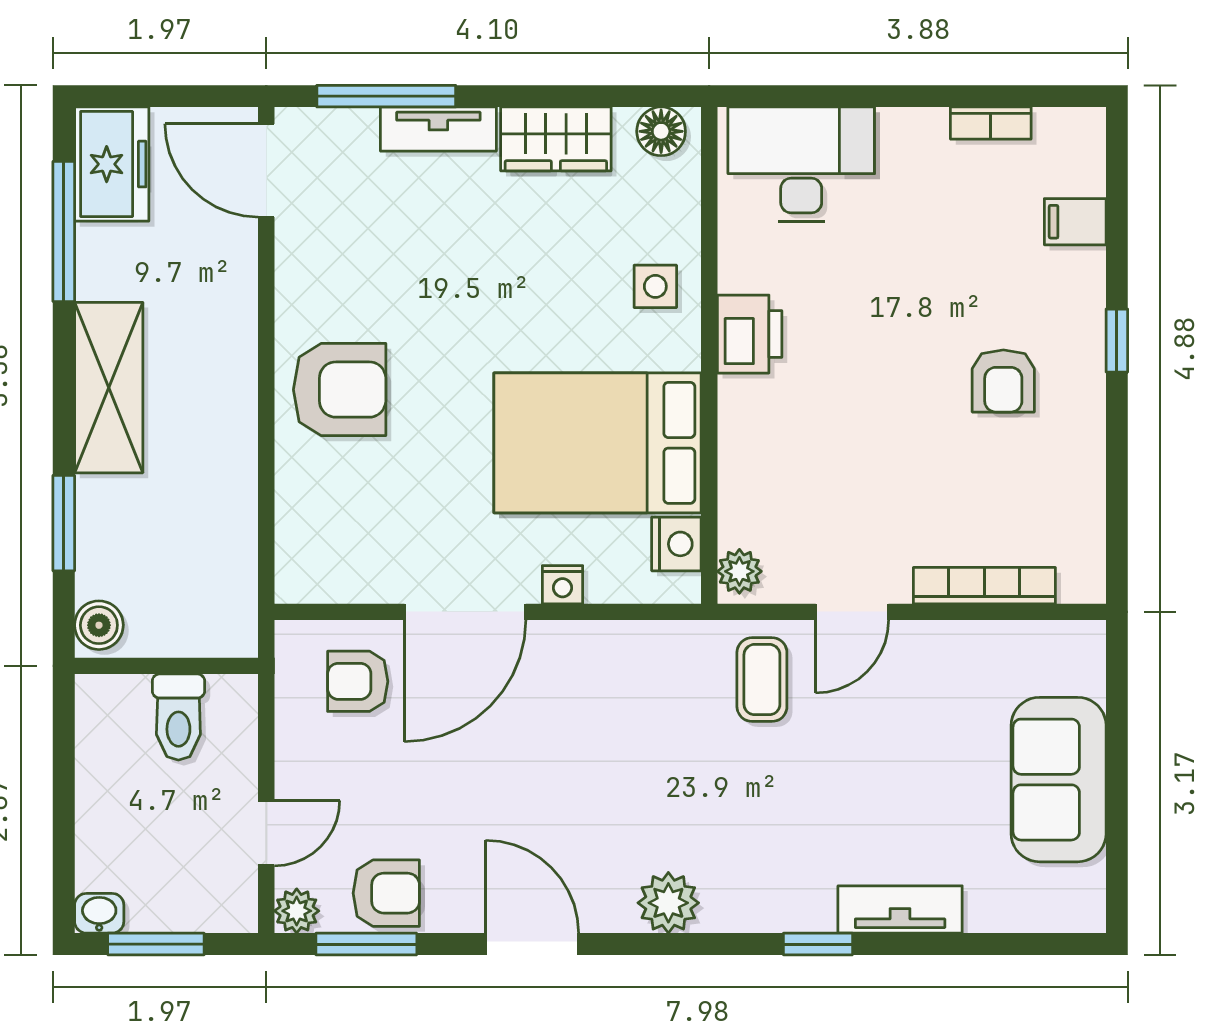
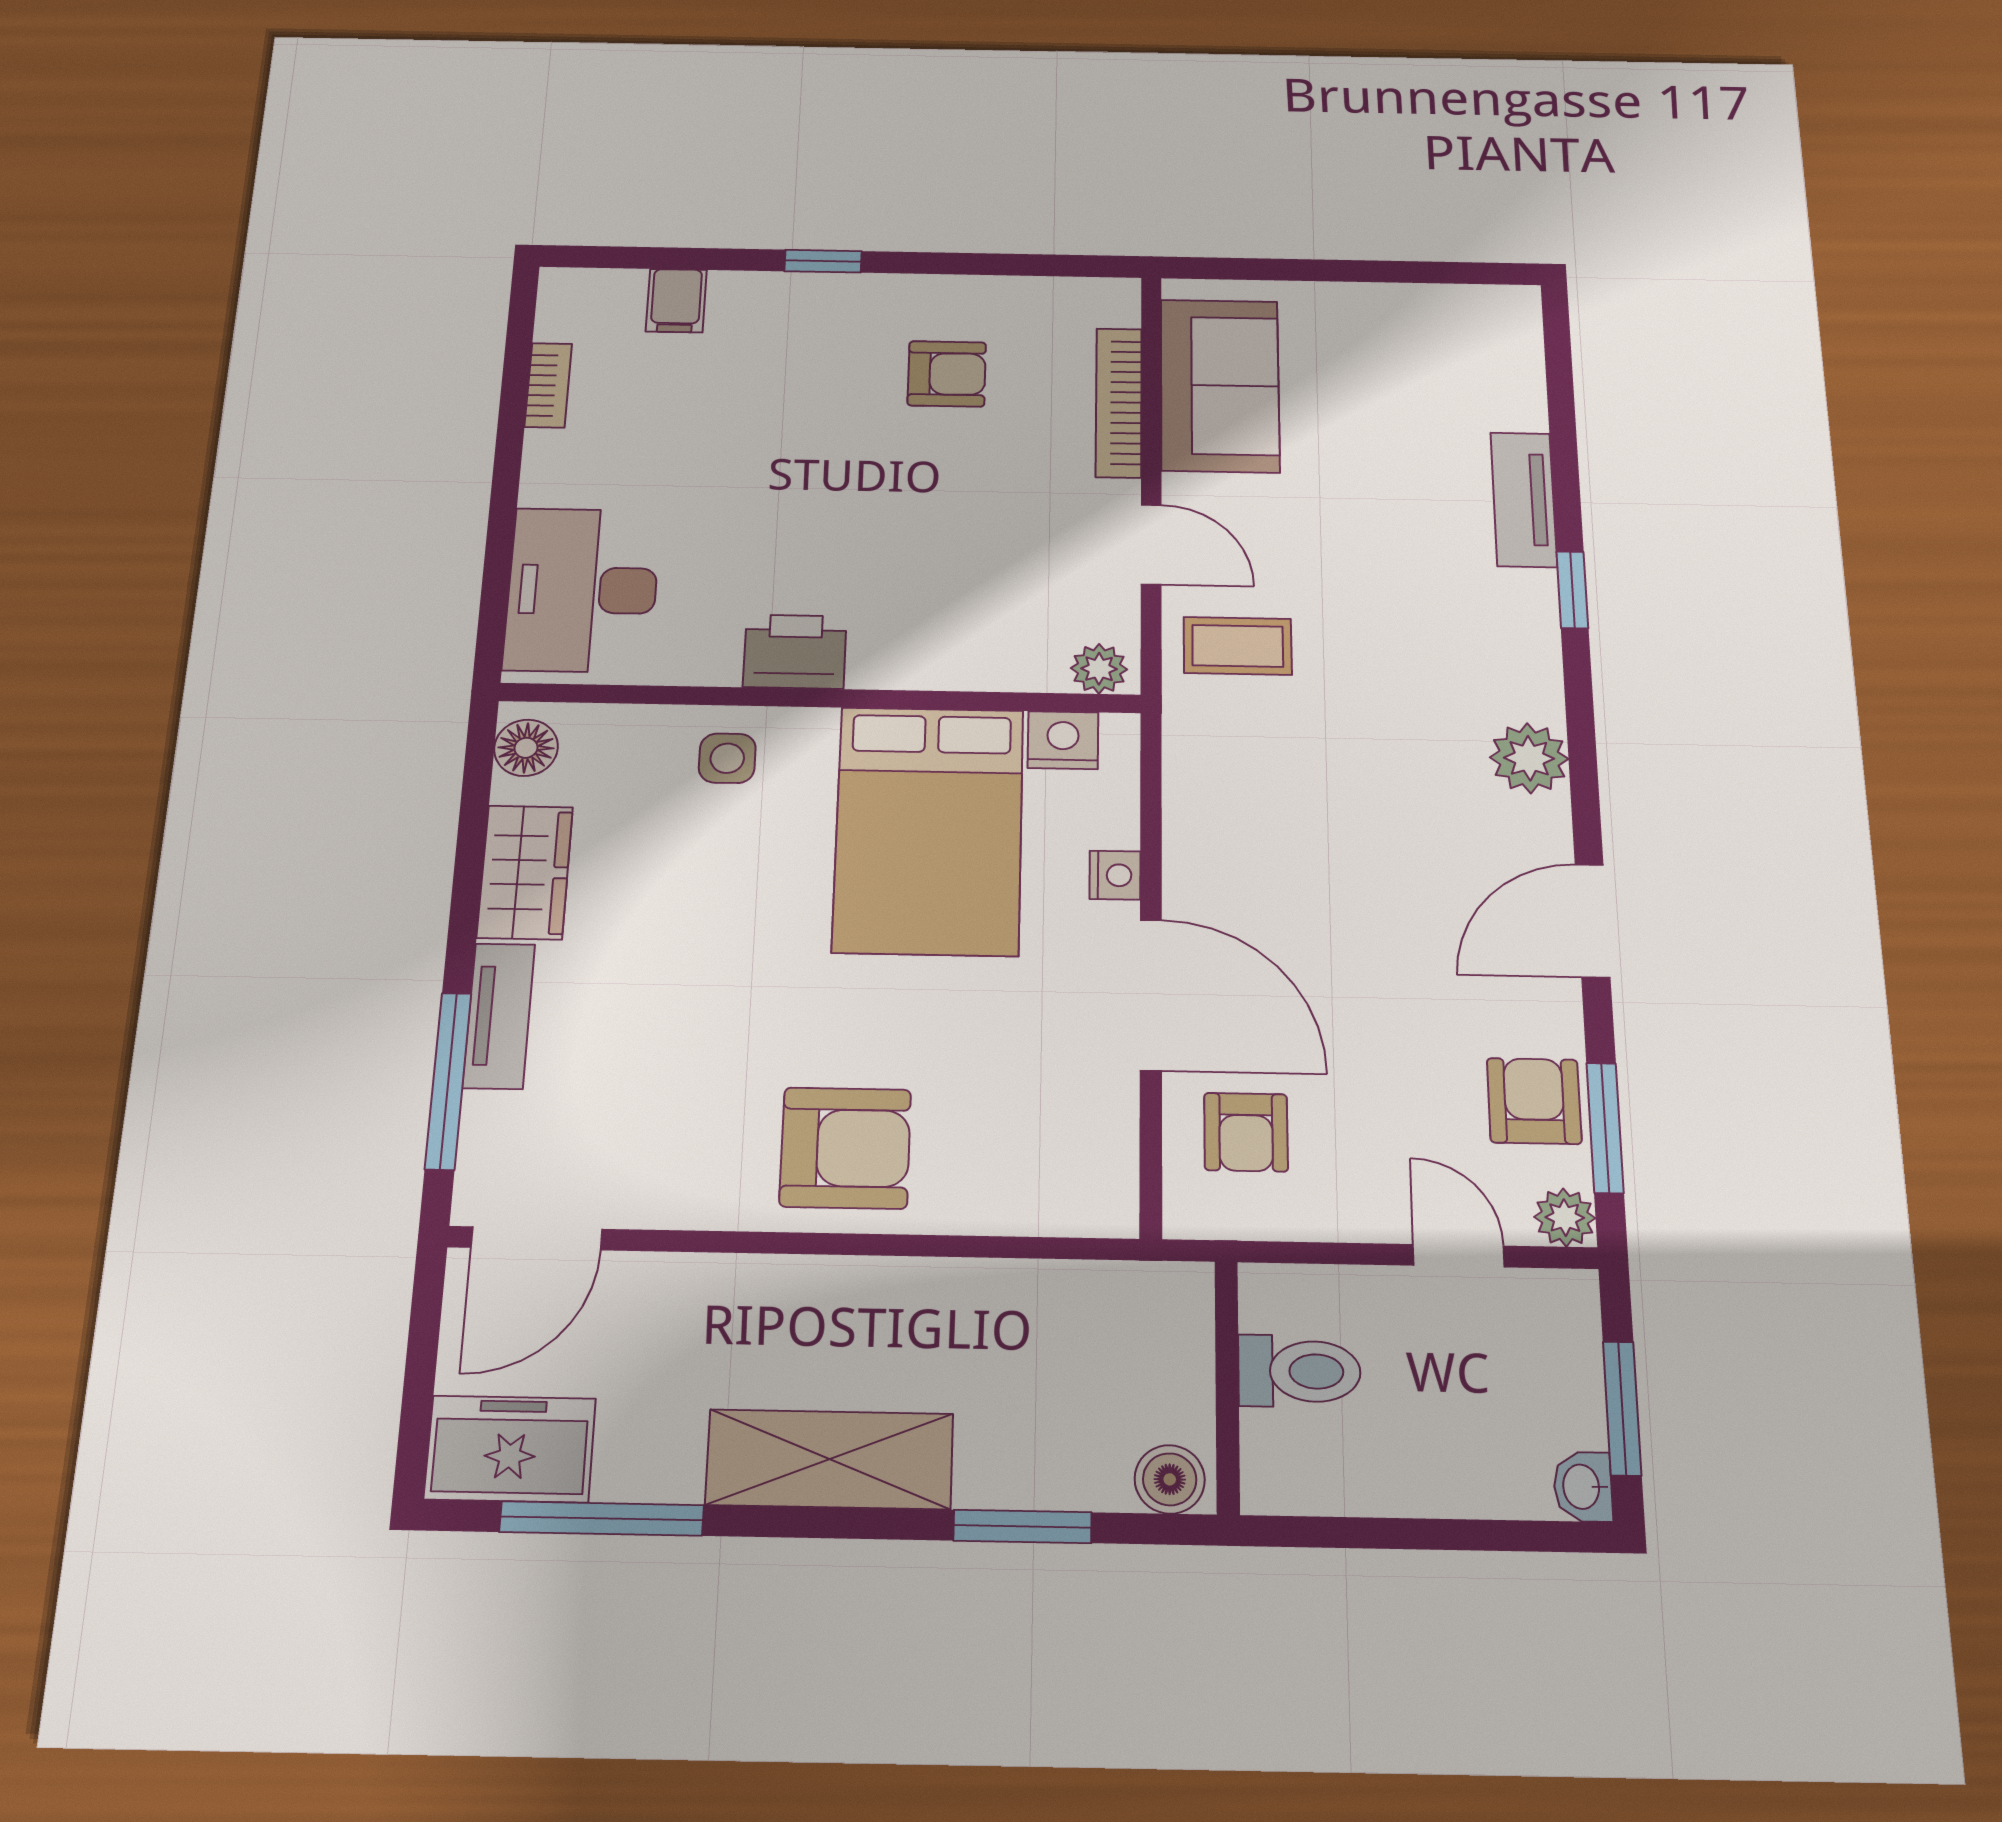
armchair: (1003, 381) -> (947, 374), moved
armchair: (340, 390) -> (845, 1148), turned 90
sofa: (1059, 780) -> (1220, 385), moved, turned -90

